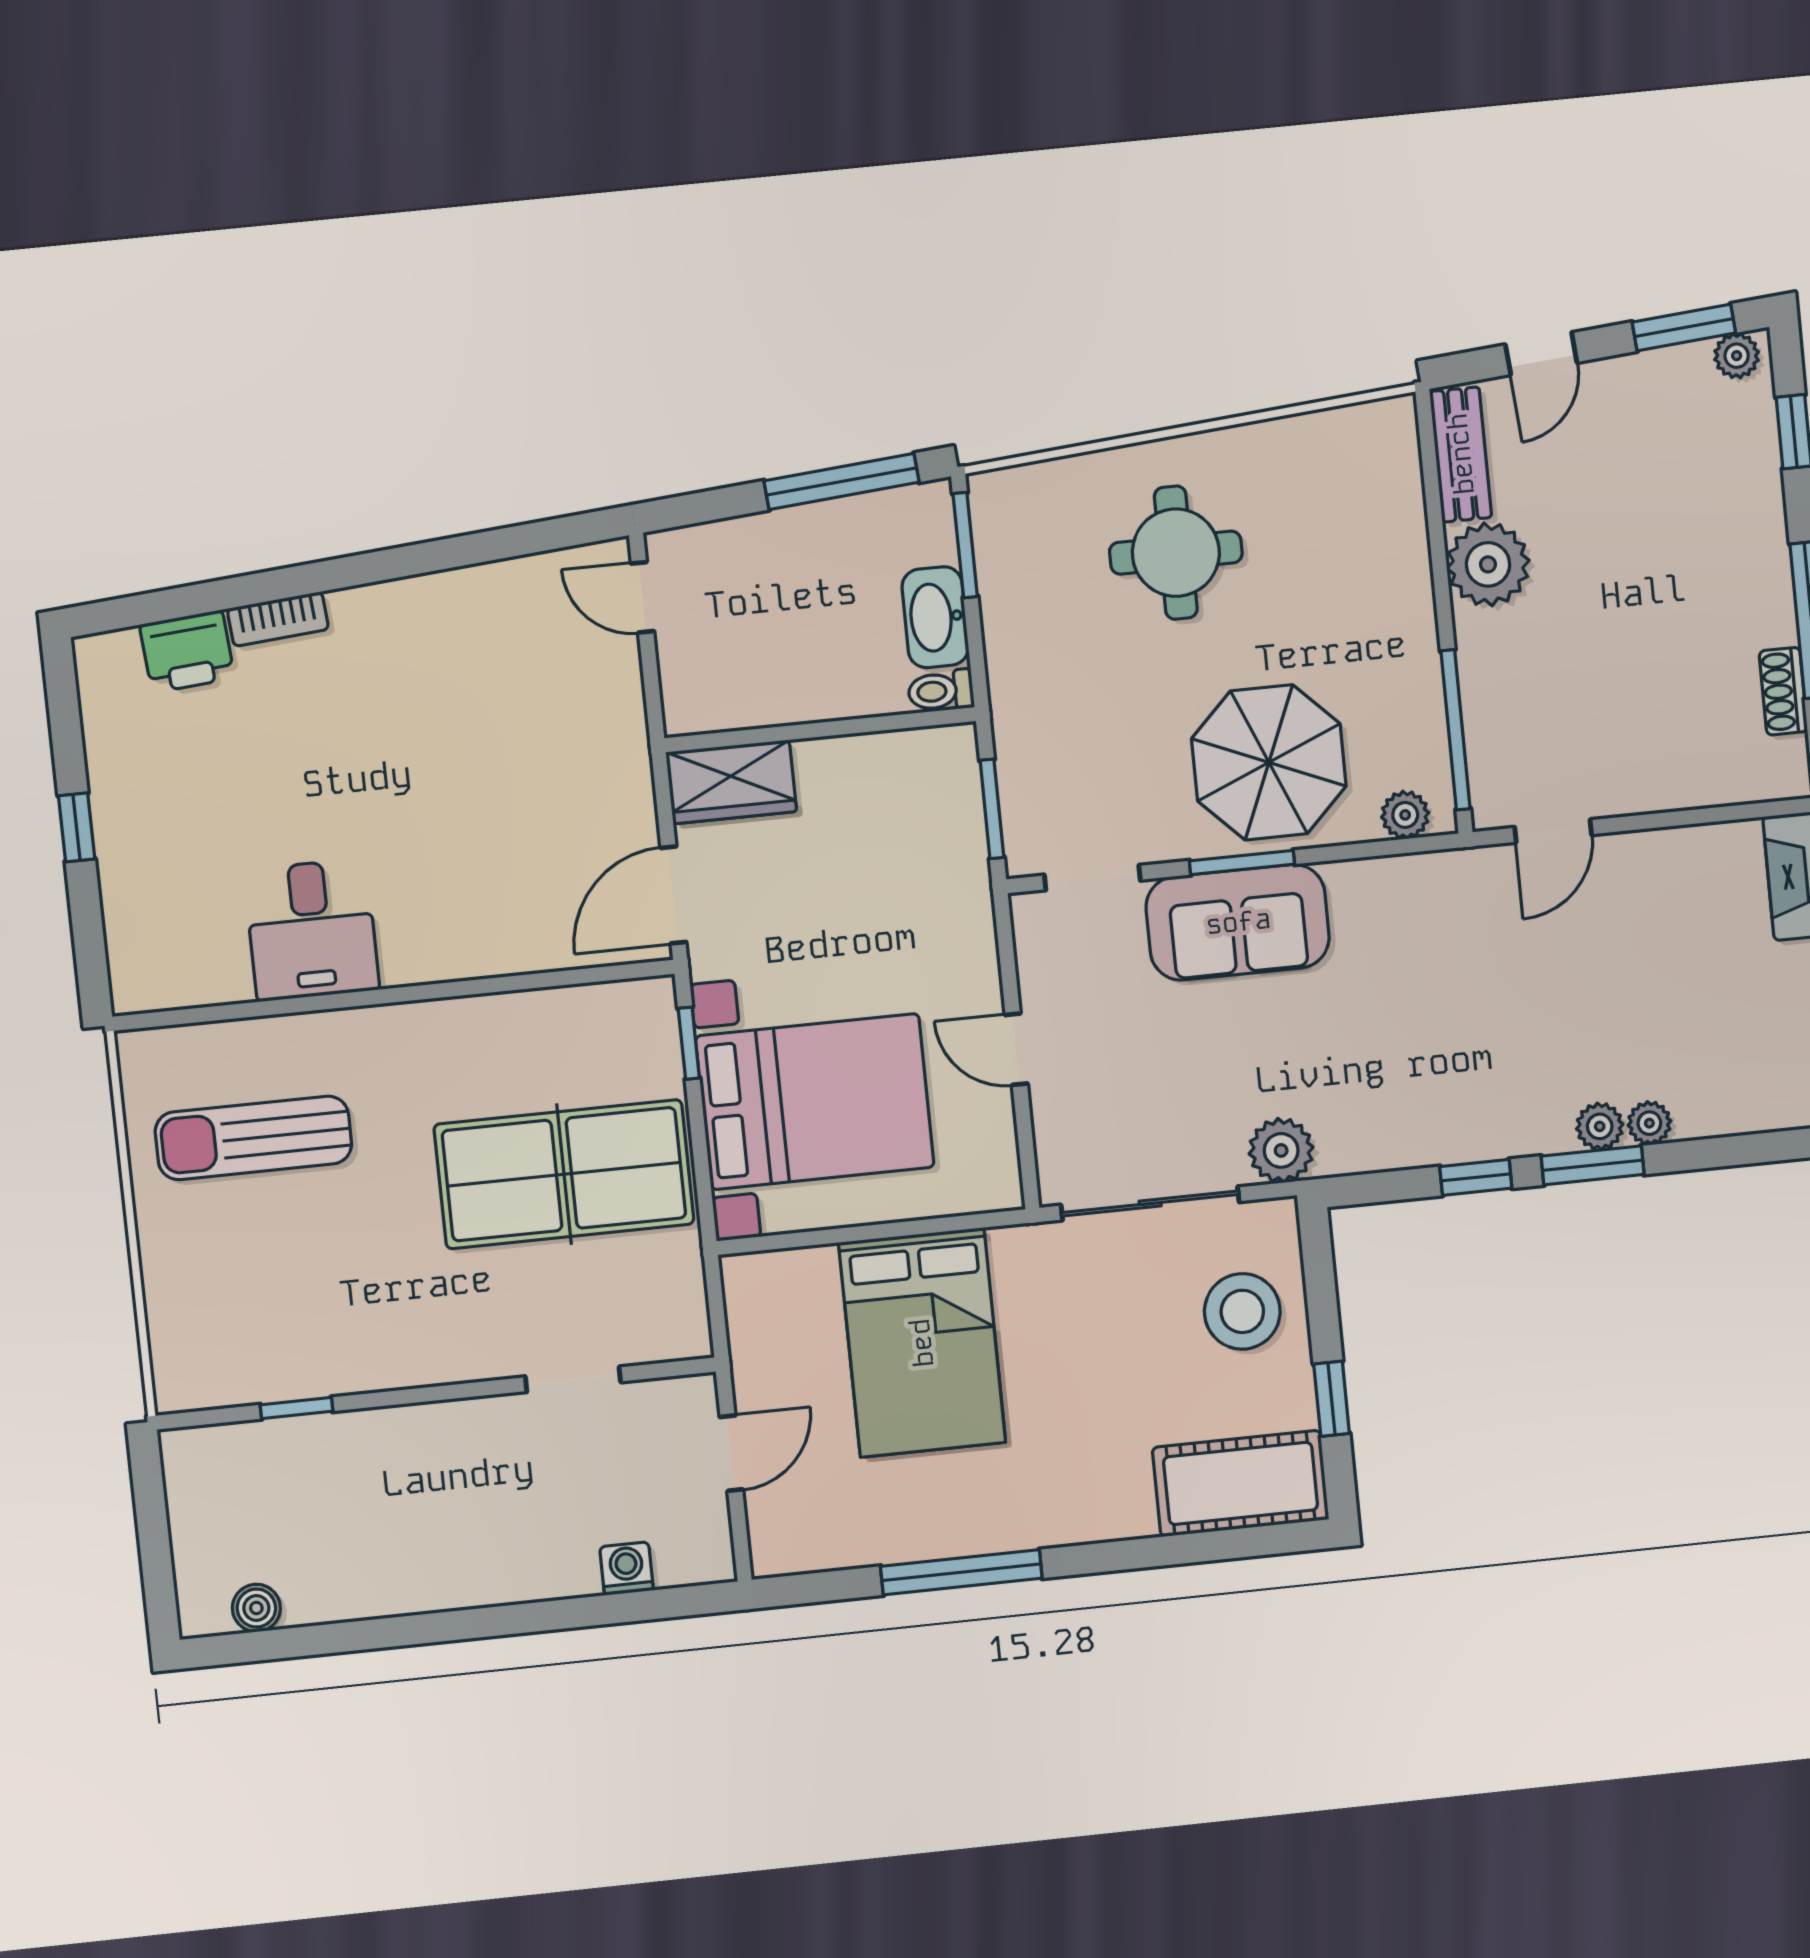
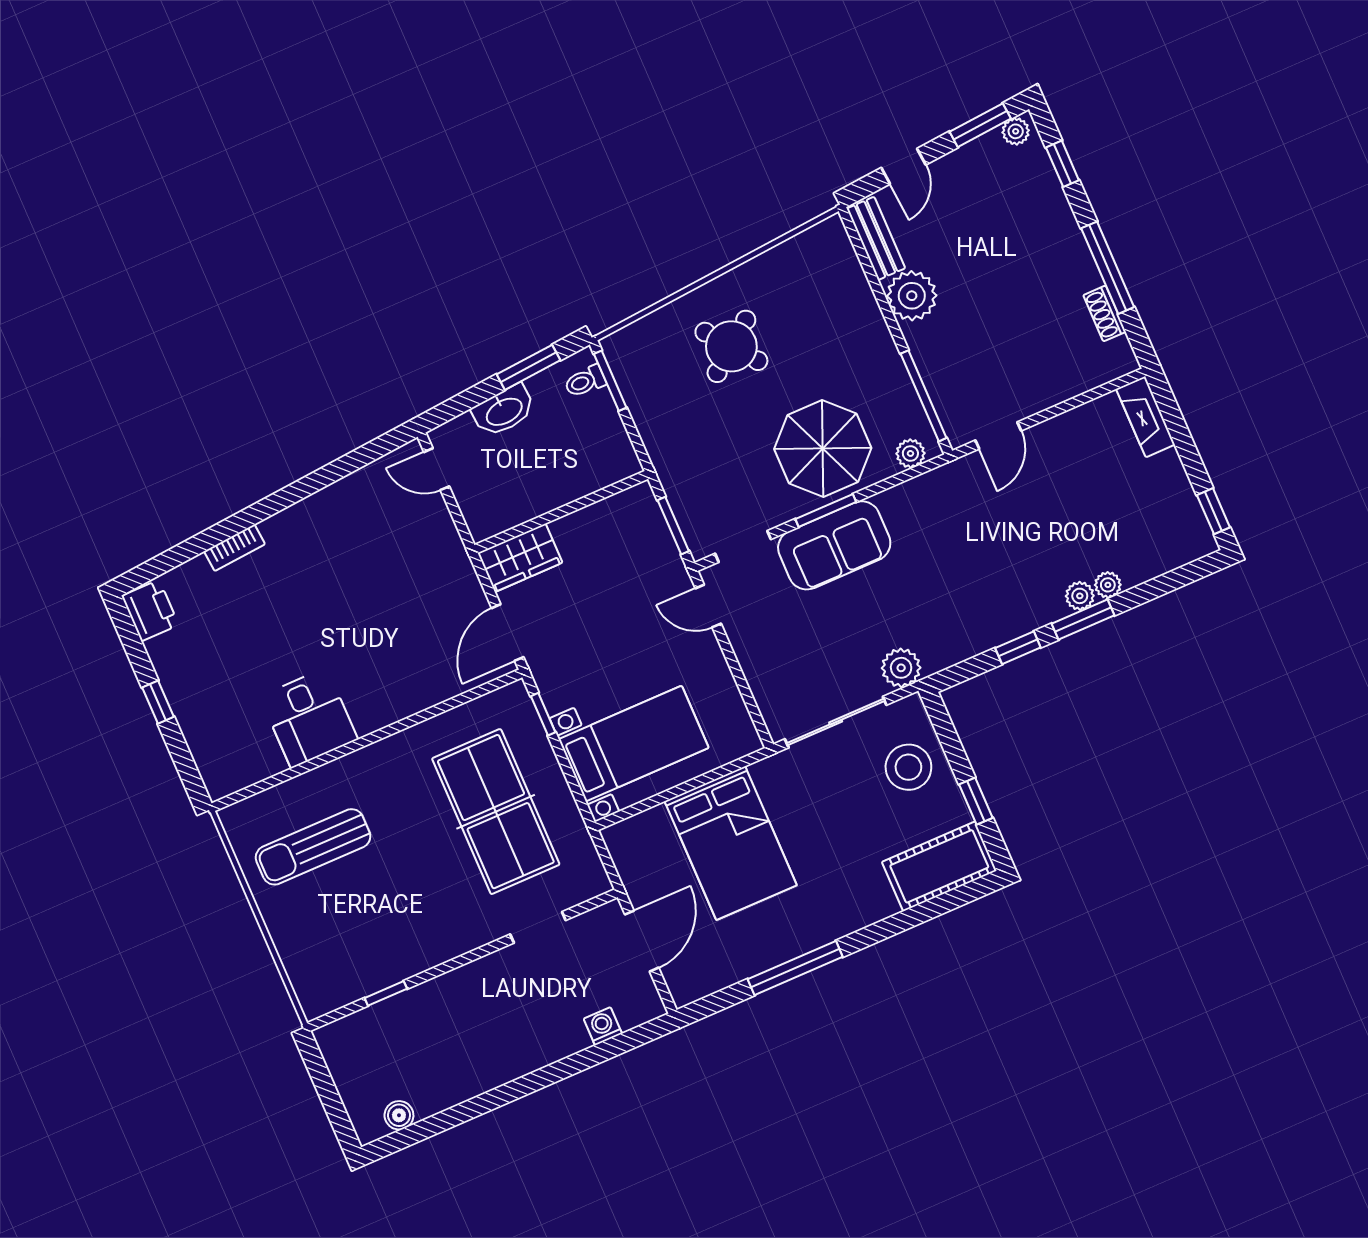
window: (842, 481) -> (529, 367), width x0.69
round table: (1176, 553) -> (731, 346), turned -38
washbasin: (935, 617) -> (504, 411), moved, turned -95
printer: (187, 651) -> (150, 610), moved, turned -85
toilet: (941, 691) -> (585, 381), moved
door: (1016, 1049) -> (708, 606), moved
bed with nightstands: (815, 1102) -> (634, 743), width x0.73
table tennis table: (564, 1174) -> (496, 812), turned 90
door: (731, 1453) -> (642, 941), width x1.38

